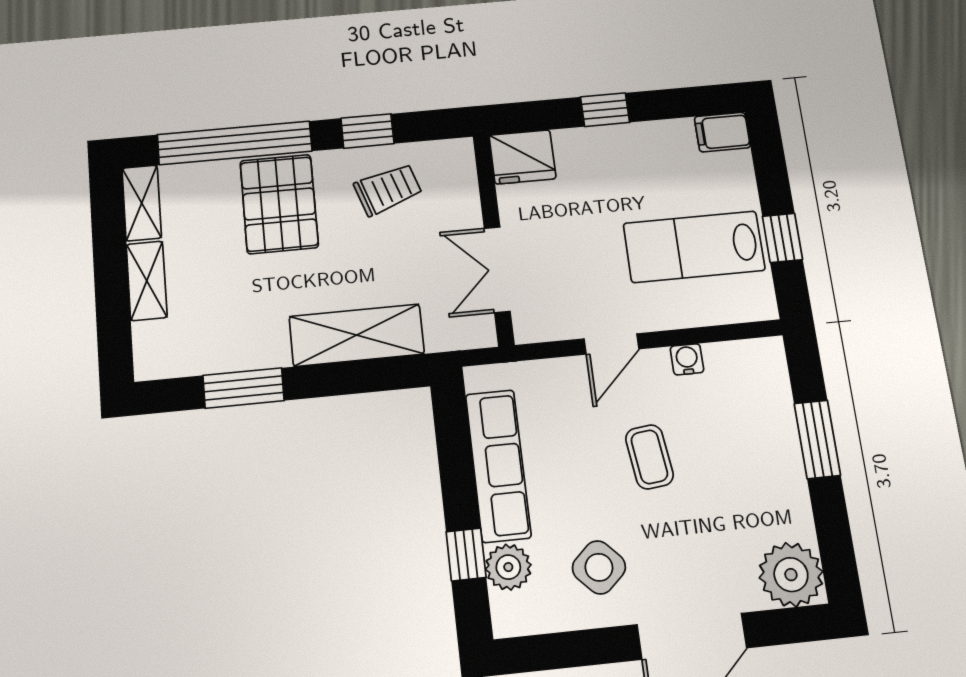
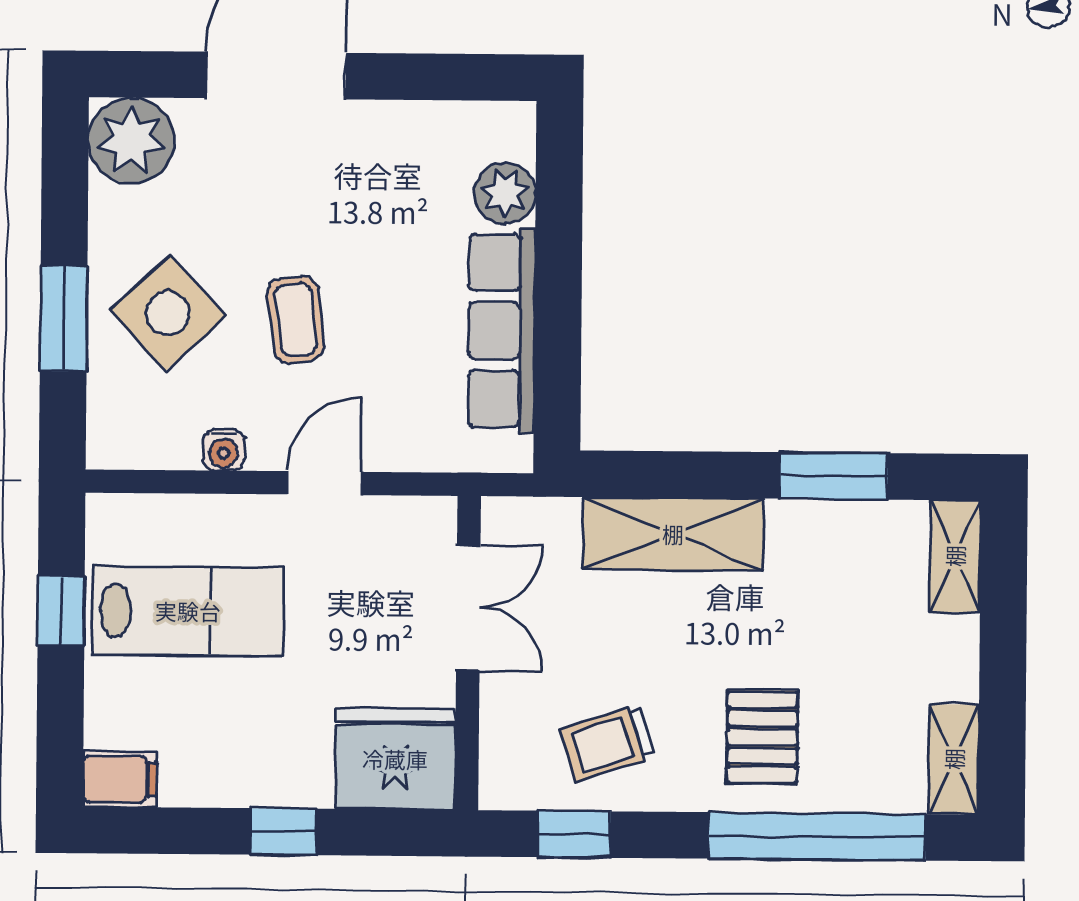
window: (367, 131) -> (574, 834), moved
fridge: (523, 157) -> (395, 759), width x1.36, depth x1.34
pallet: (279, 204) -> (762, 737), width x0.67, depth x0.71
shelving: (147, 281) -> (955, 556), moved
window: (466, 555) -> (559, 216), removed
side table: (599, 567) -> (168, 313), moved, width x1.37, depth x1.37

